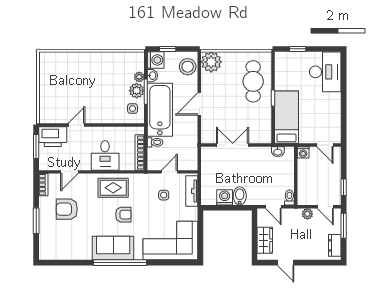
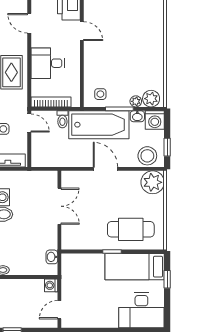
window: (168, 49) -> (167, 147), moved
plant: (137, 91) -> (151, 99), moved
bed: (286, 117) -> (135, 267), moved, turned 180
door: (169, 172) -> (29, 123), moved

